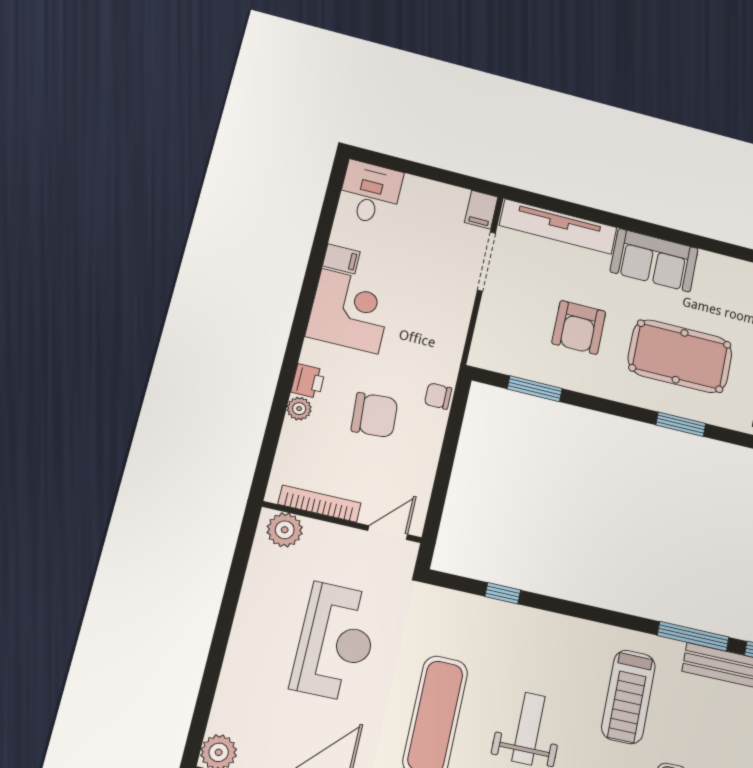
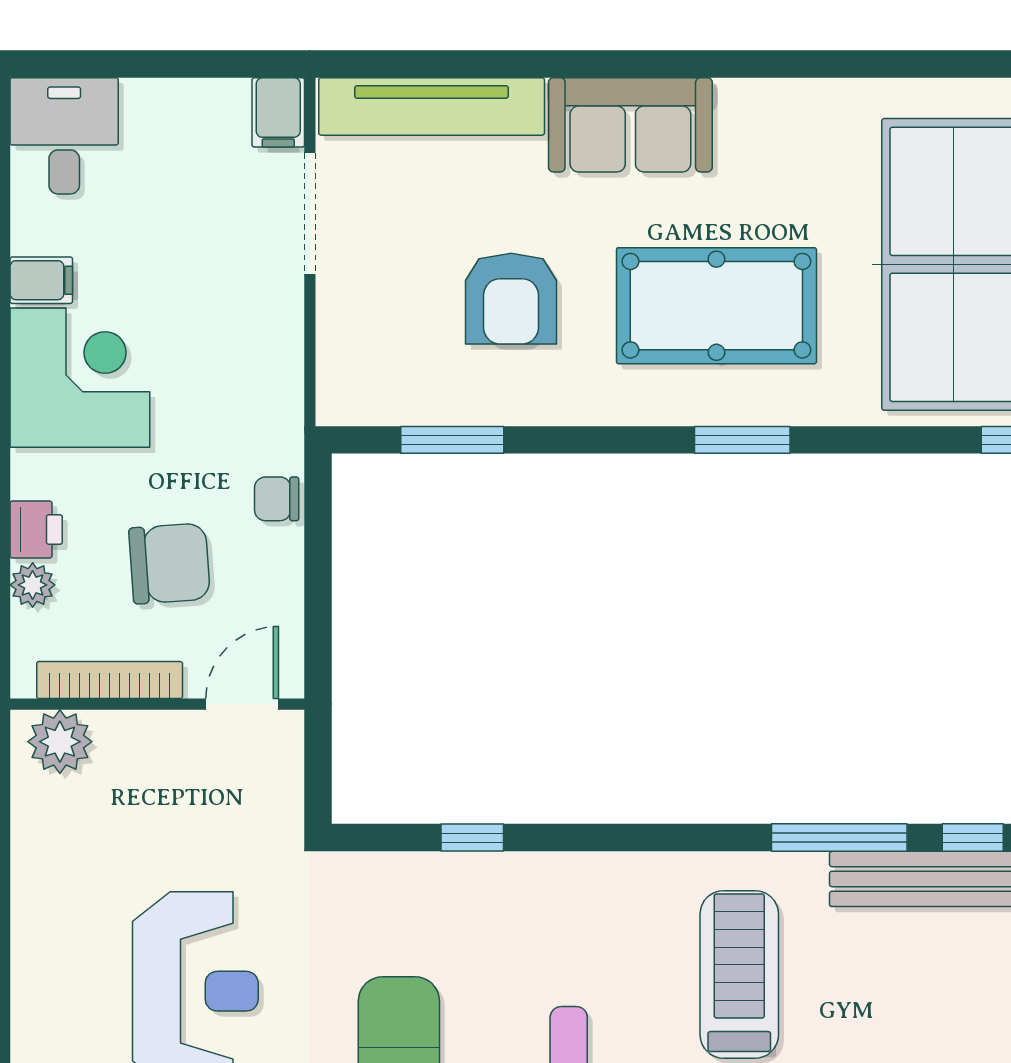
bookcase: (320, 504) -> (110, 680), moved
wall: (342, 522) -> (157, 704), moved
plant: (285, 530) -> (60, 742), moved
door: (388, 533) -> (242, 704), moved
treadmill: (628, 697) -> (739, 974), turned 180

